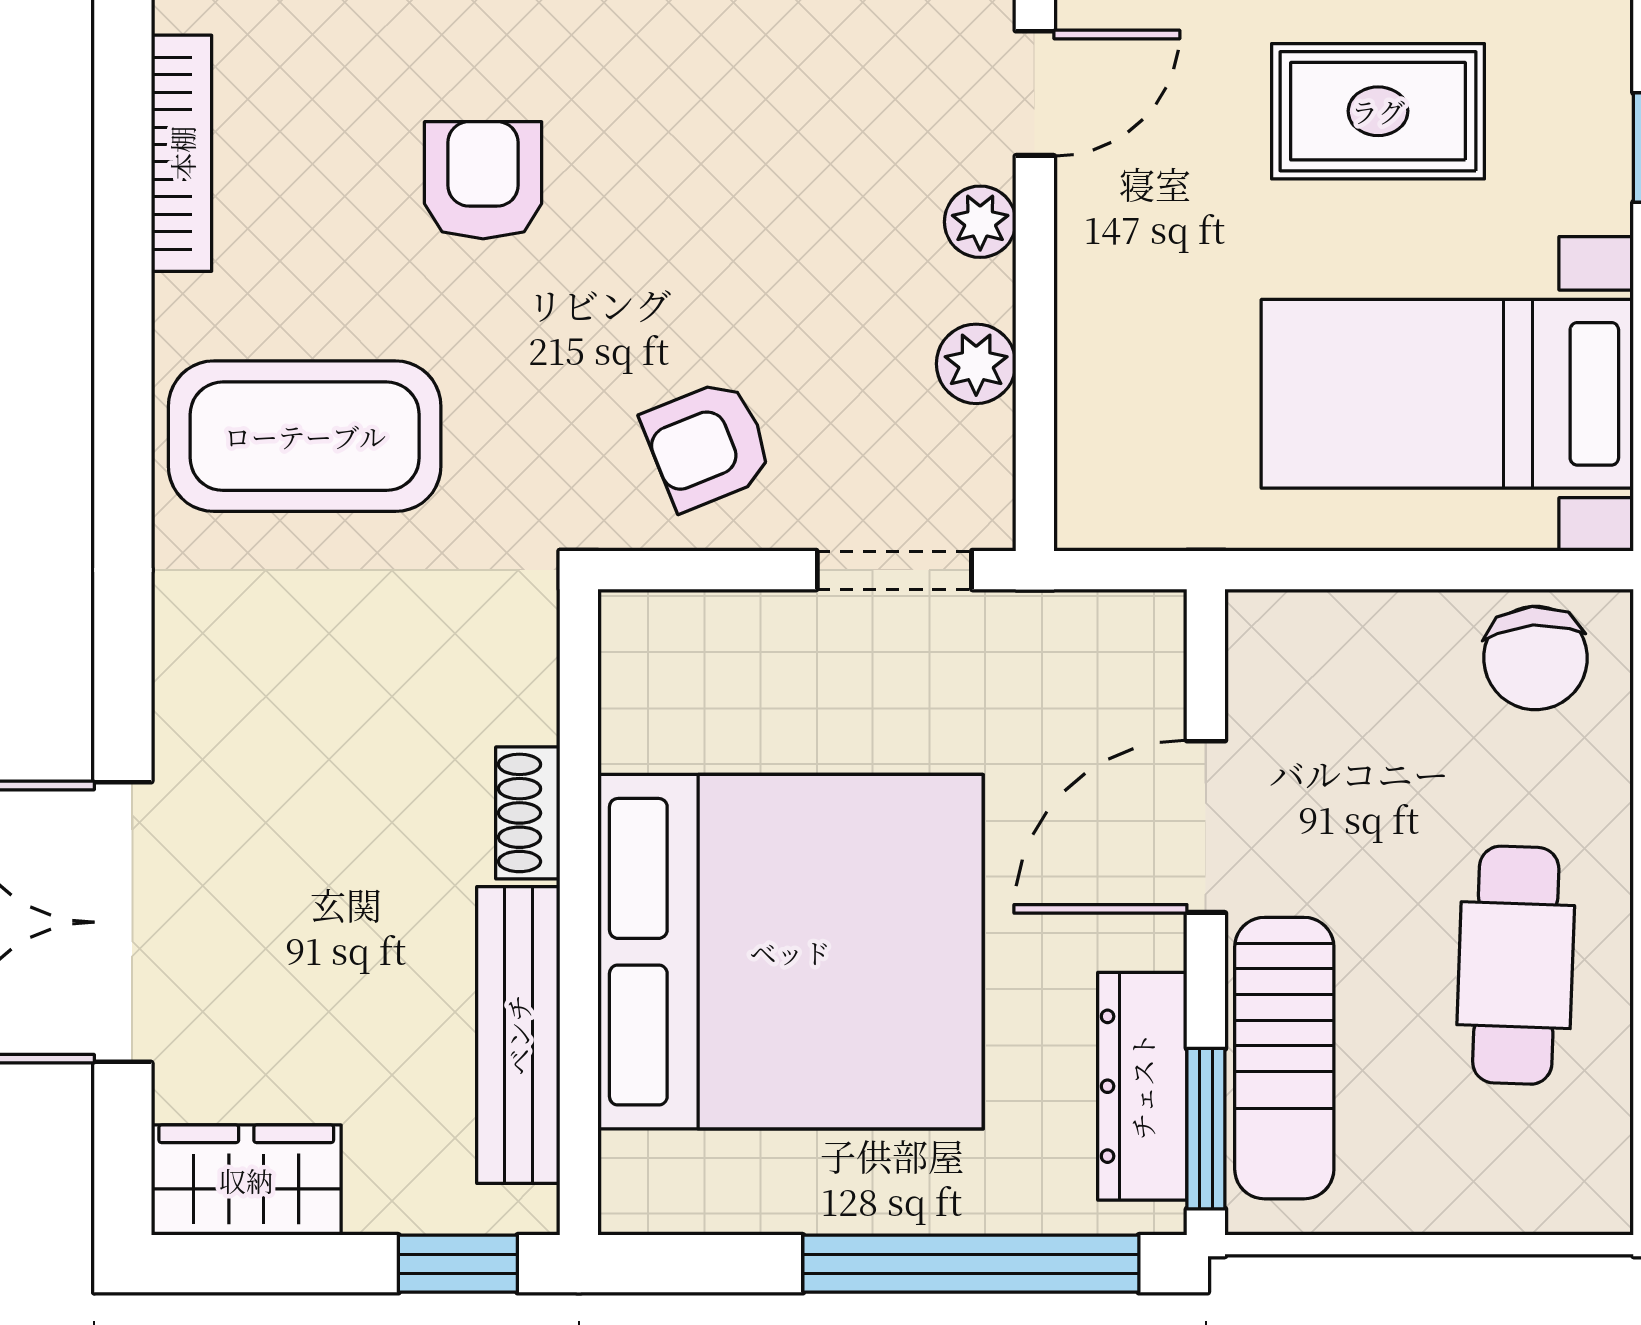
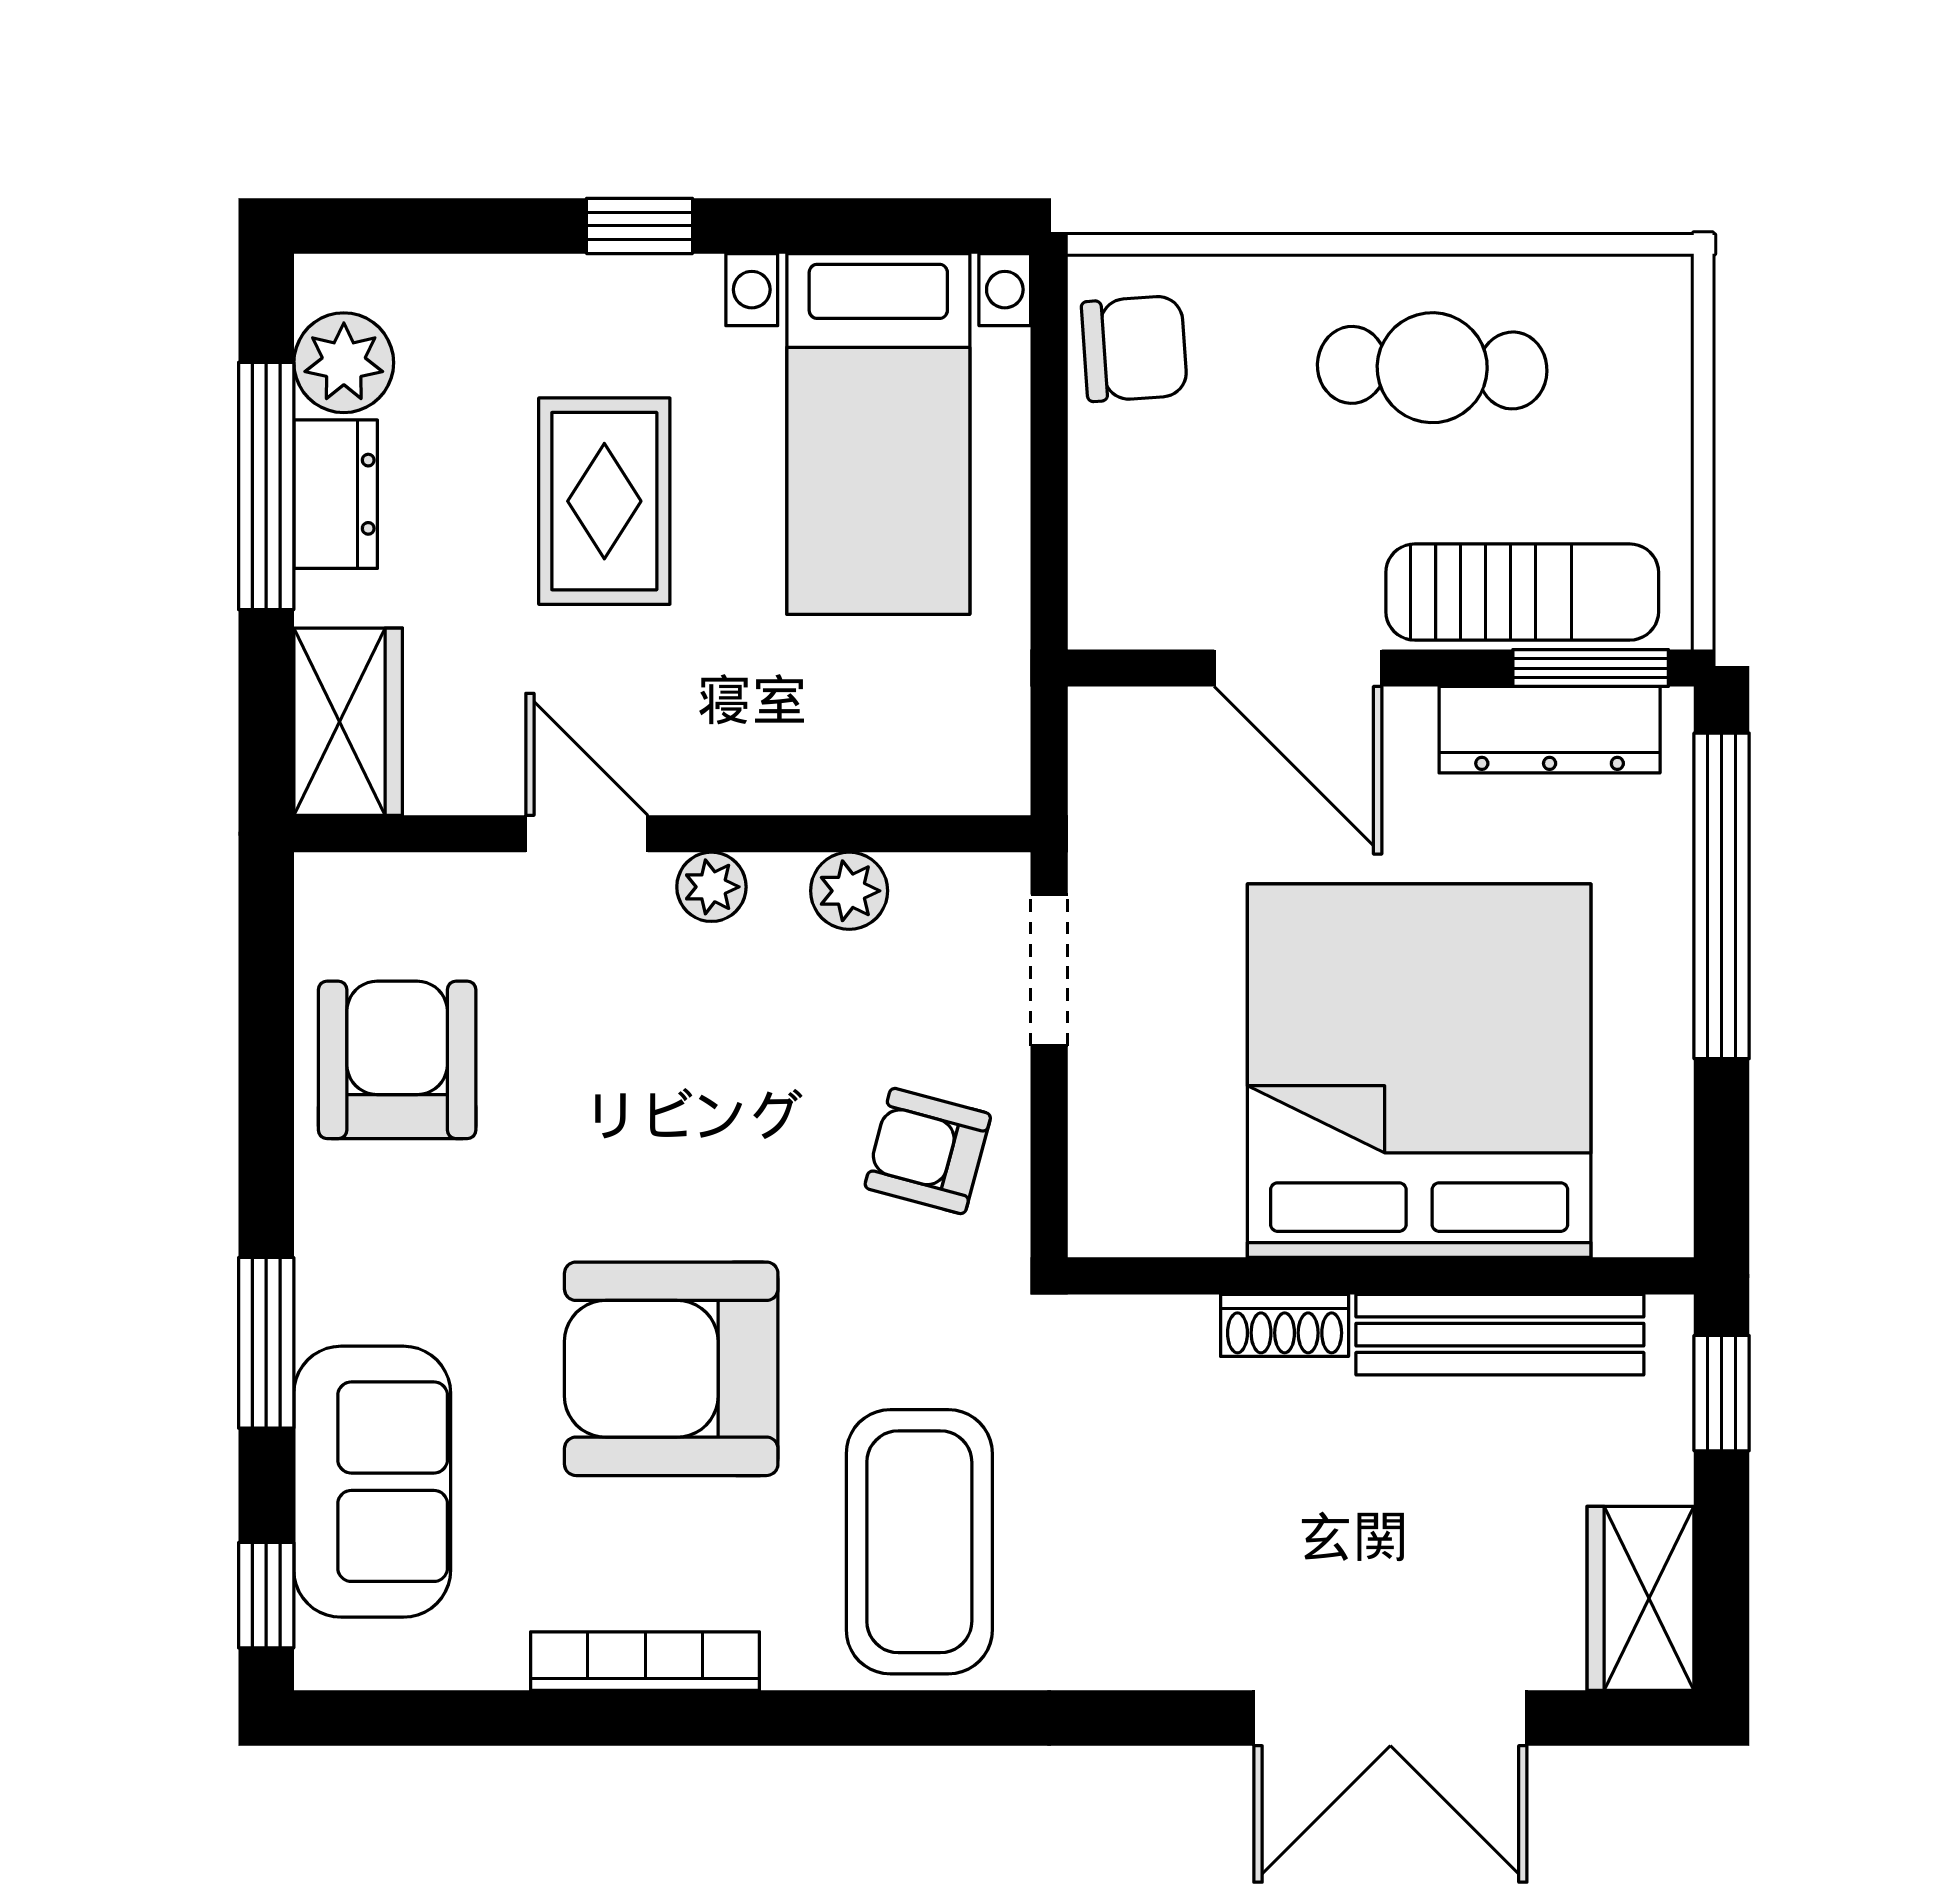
armchair: (483, 180) -> (671, 1369), width x1.88, depth x1.88
armchair: (708, 445) -> (928, 1151), turned 127

